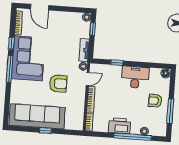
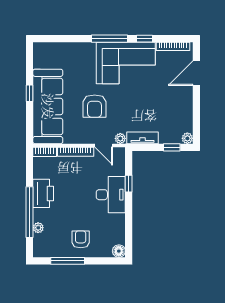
desk: (135, 77) -> (111, 195), moved
sofa: (37, 116) -> (48, 106), moved

